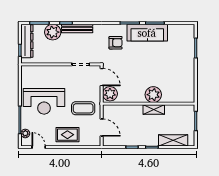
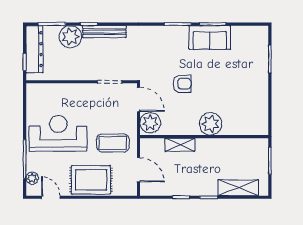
sofa: (147, 33) -> (210, 37), width x0.73
armchair: (116, 43) -> (182, 84), moved
reception desk: (44, 101) -> (58, 133), turned 180
shelving: (154, 110) -> (180, 145), moved
rug: (67, 135) -> (91, 180), width x1.36, depth x1.43

